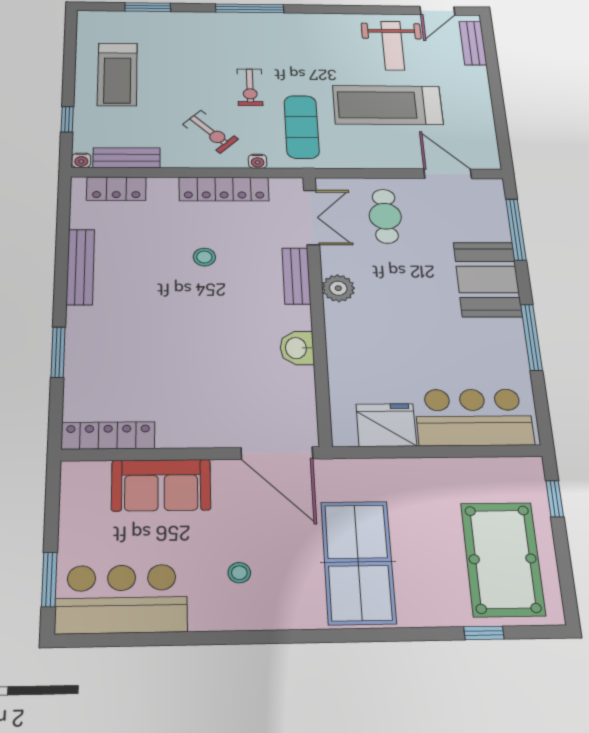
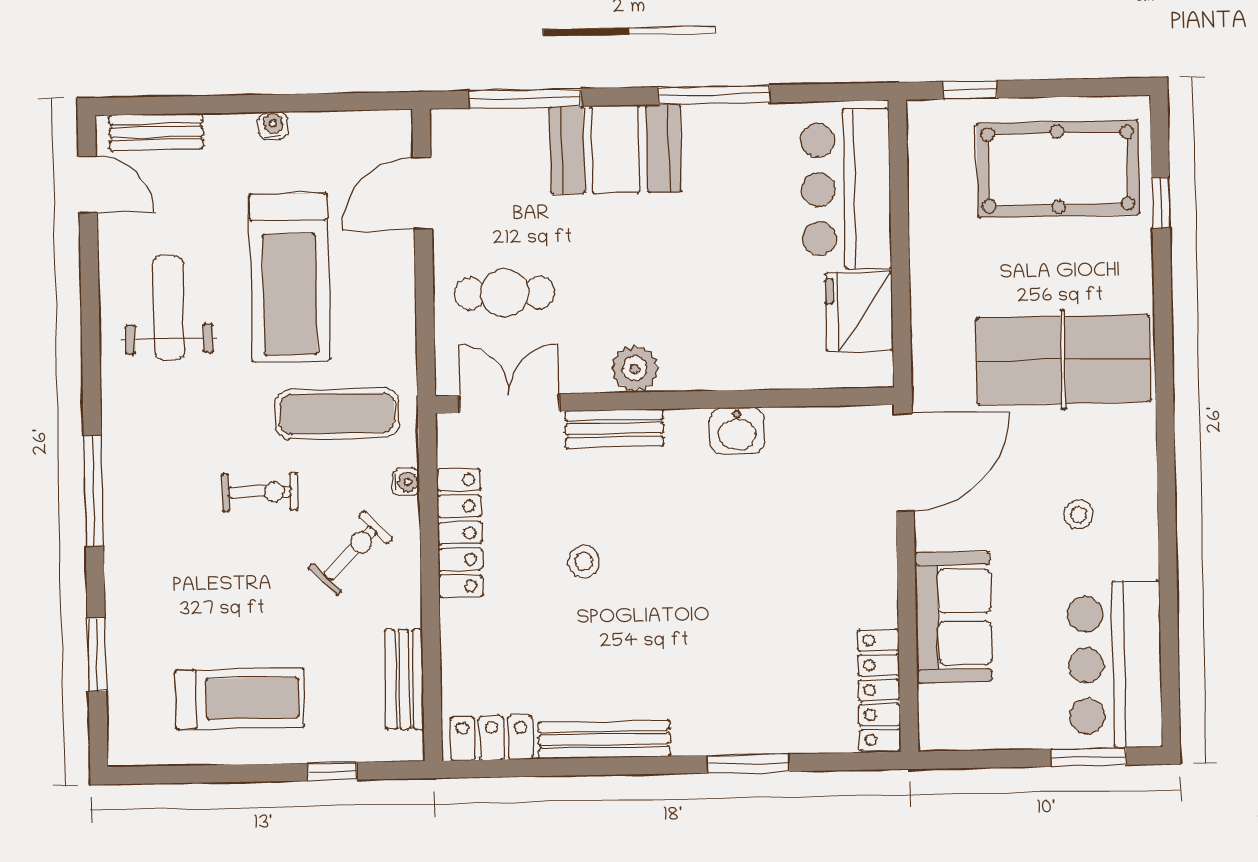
weight bench: (393, 46) -> (169, 308), moved, turned -90
water cooler: (81, 160) -> (273, 126), moved, turned -90
locker: (116, 189) -> (491, 738), moved, turned -90

